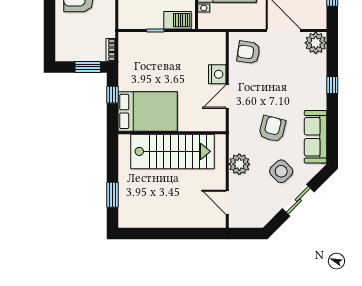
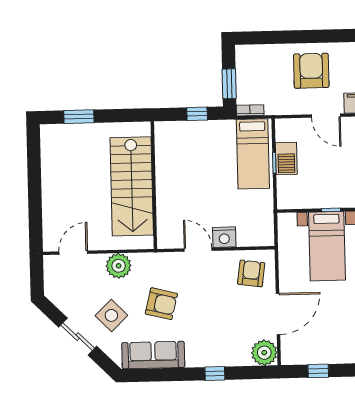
barbecue: (178, 20) -> (286, 158), moved
bed: (148, 111) -> (253, 154), moved, width x0.67

